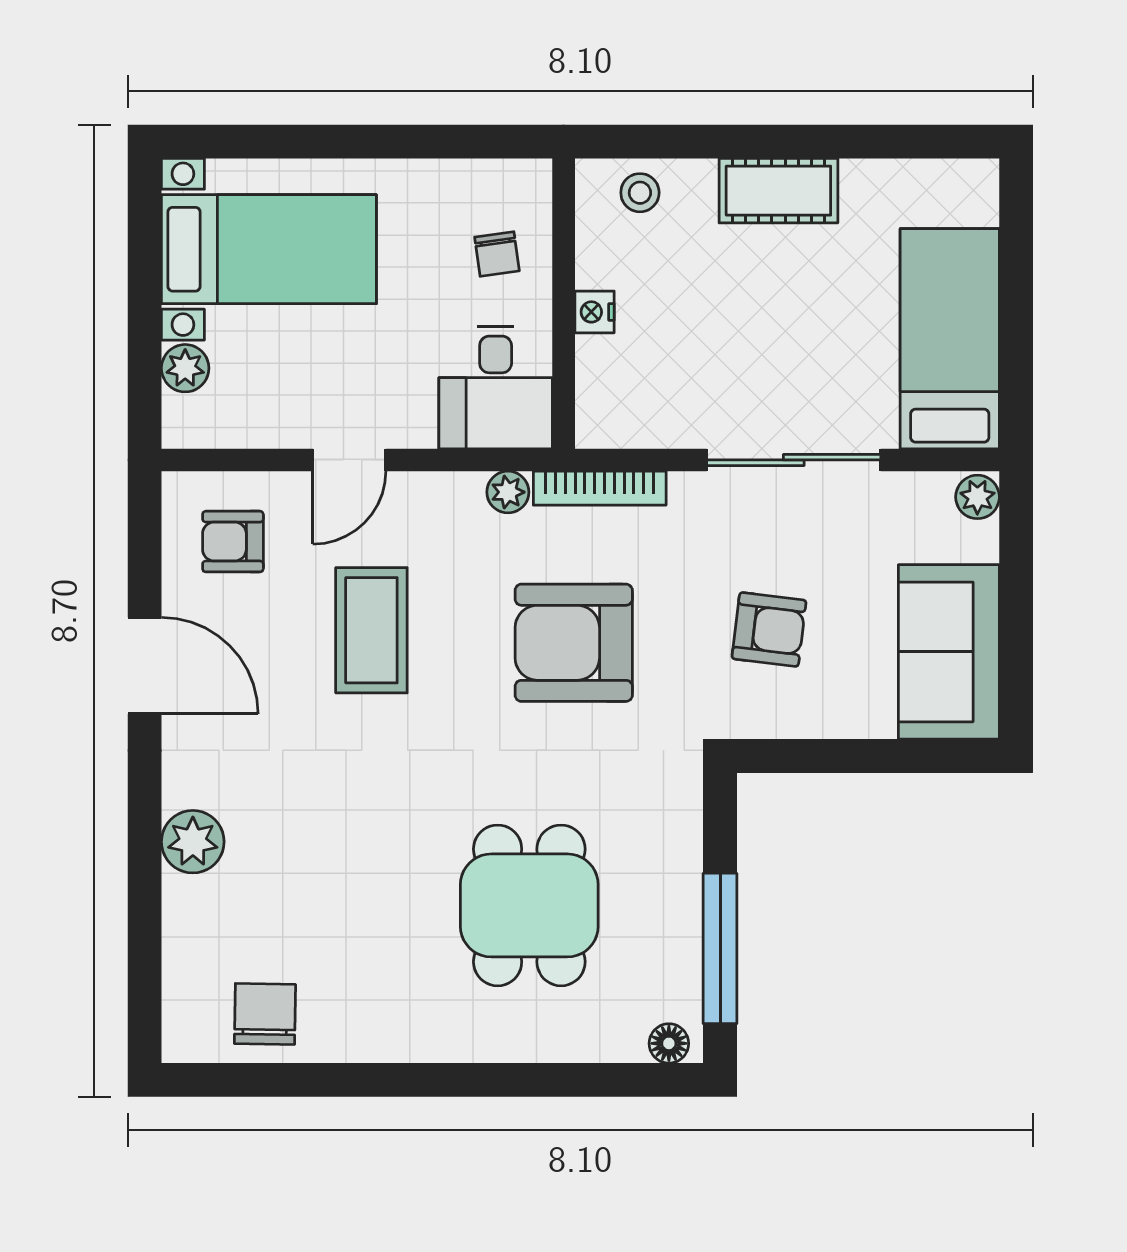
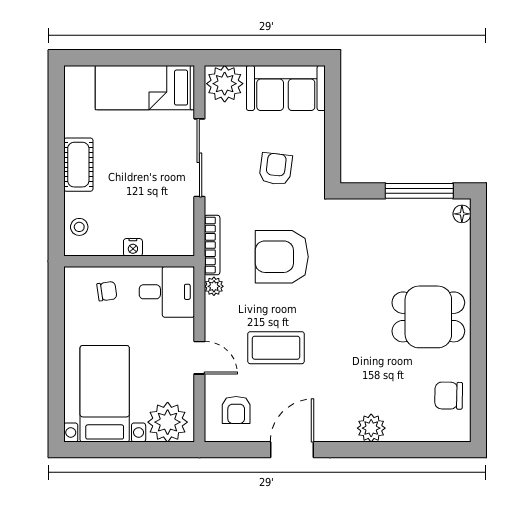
plant: (185, 368) -> (168, 422), width x1.88, depth x1.88
plant: (977, 497) -> (225, 84), width x1.88, depth x1.88
armchair: (574, 643) -> (282, 257), turned 90
dining table: (529, 905) -> (428, 317), moved

